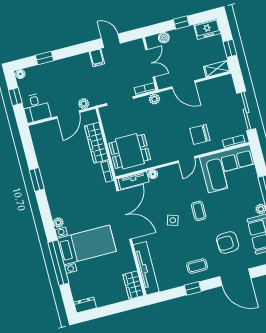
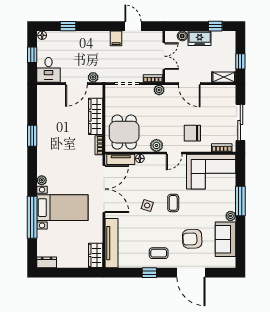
window: (181, 23) -> (215, 26), moved
freezer: (207, 29) -> (200, 38), moved
dining table: (130, 151) -> (124, 132), turned 90
plant: (166, 156) -> (156, 145), added

